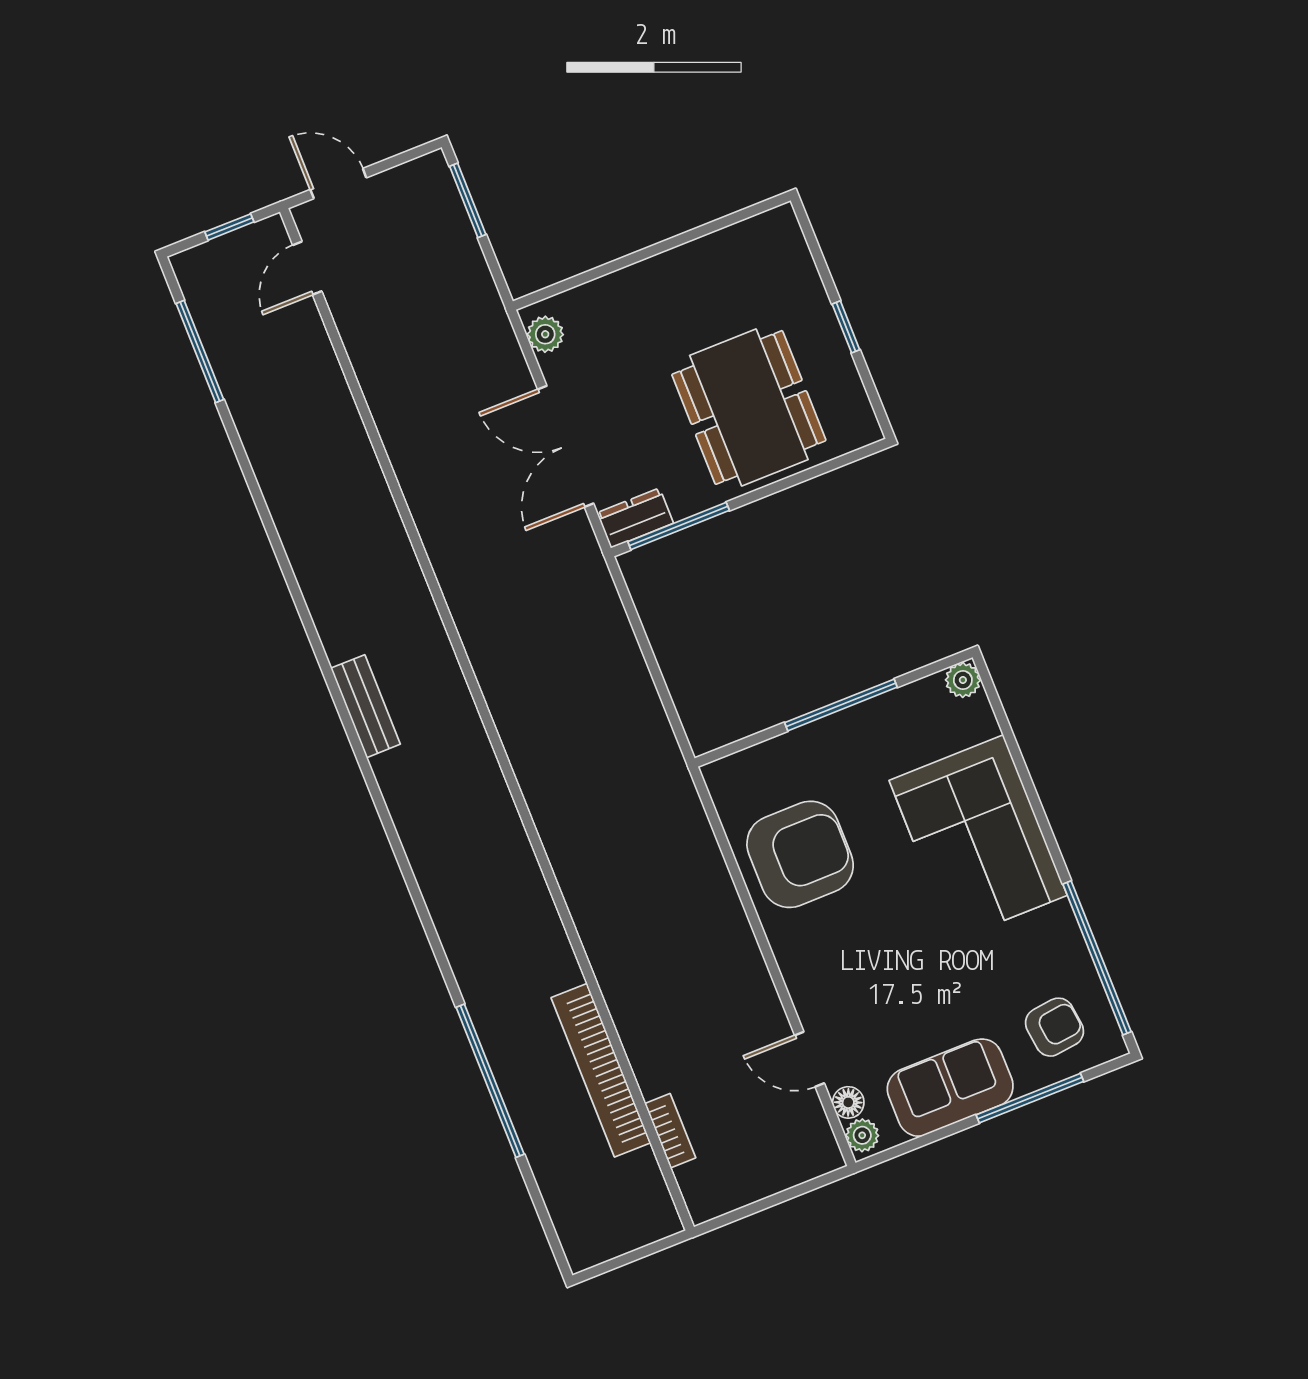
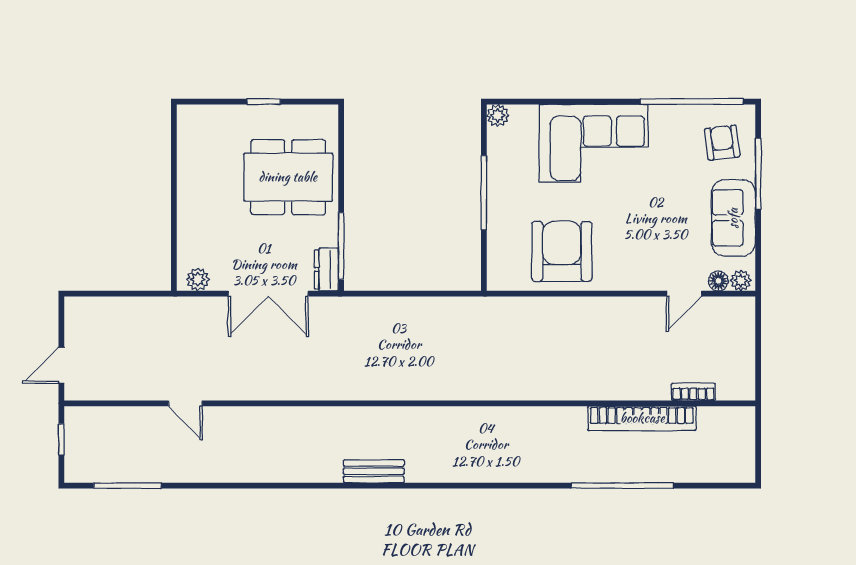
window: (468, 200) -> (101, 294), removed
door: (307, 268) -> (185, 403), moved

